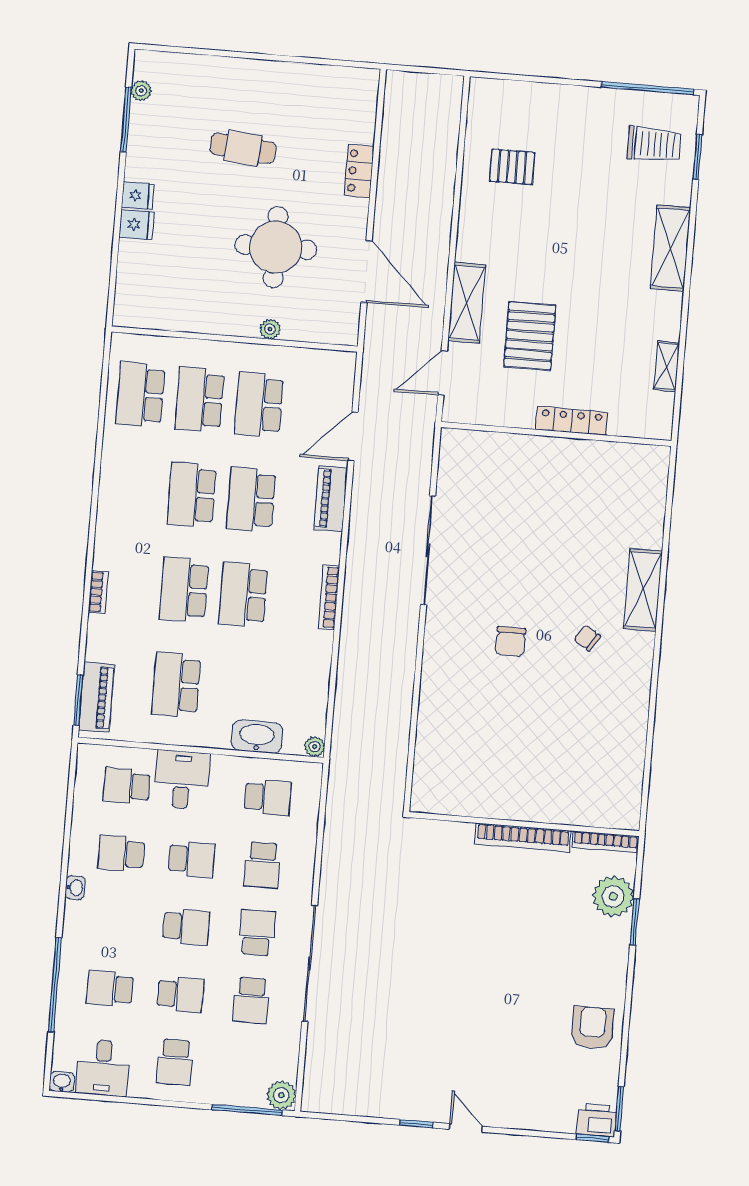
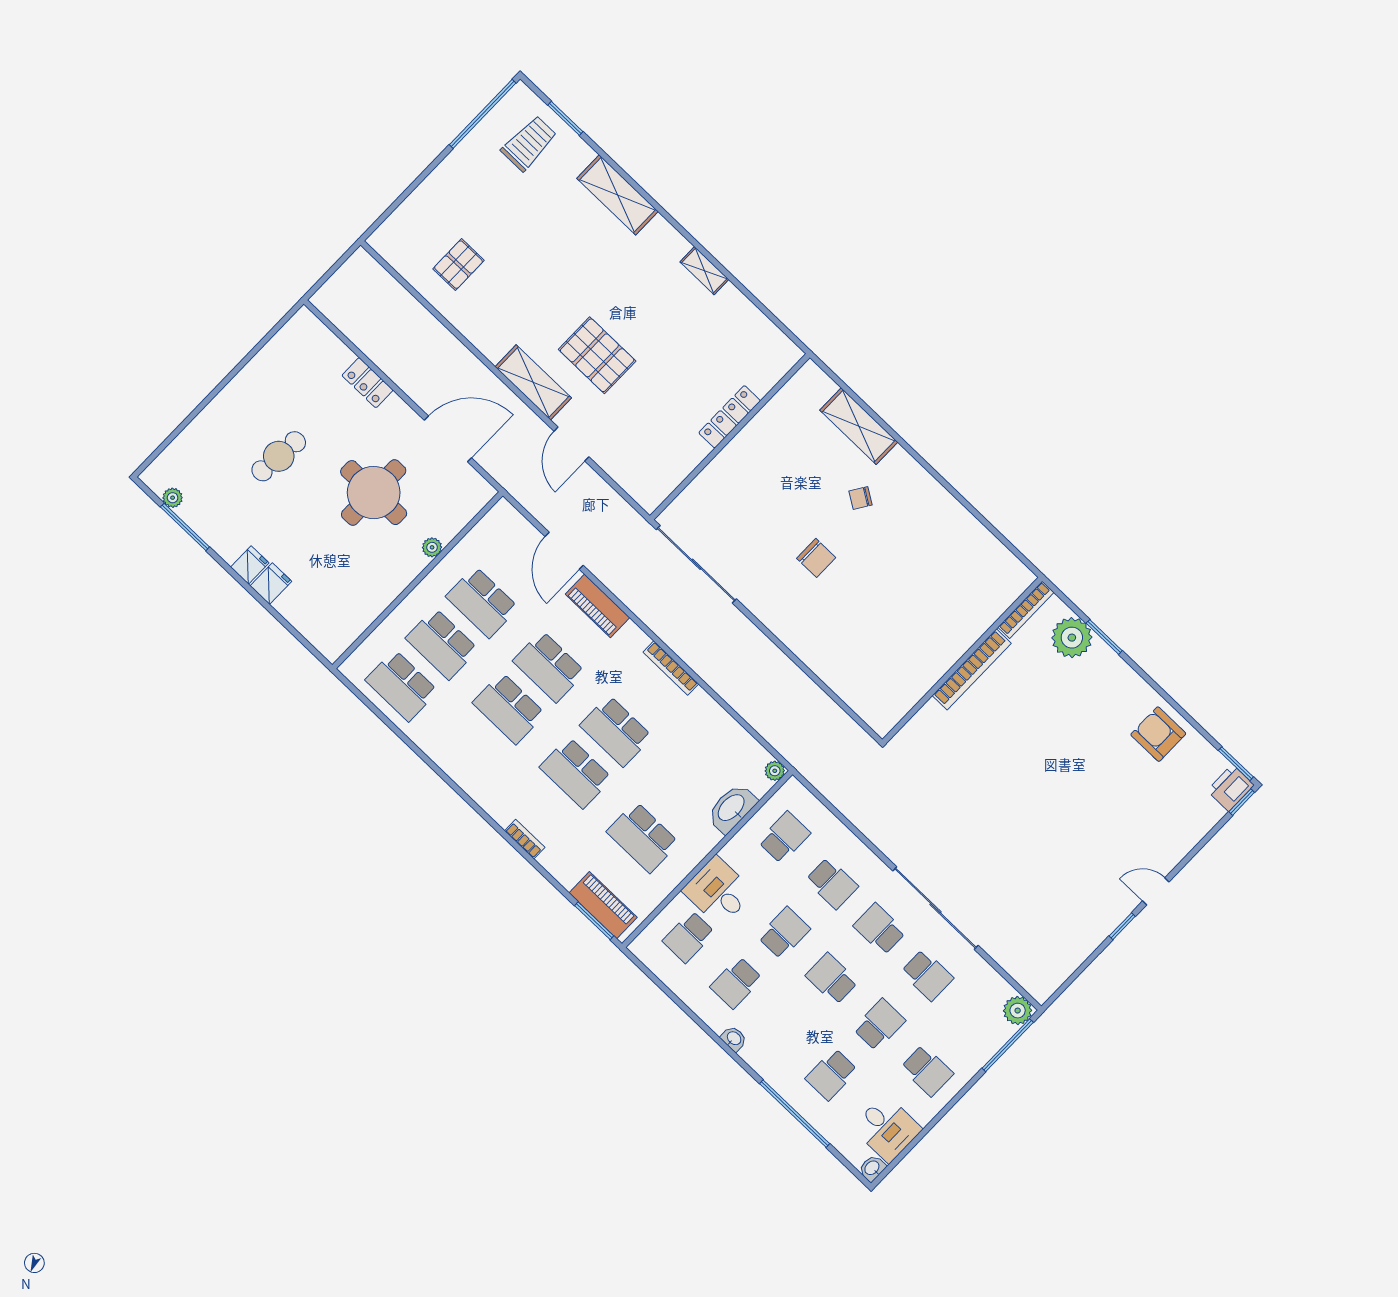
locker: (572, 421) -> (730, 417), moved
wall: (556, 434) -> (730, 437), moved
school desk: (186, 927) -> (832, 979), turned -90

